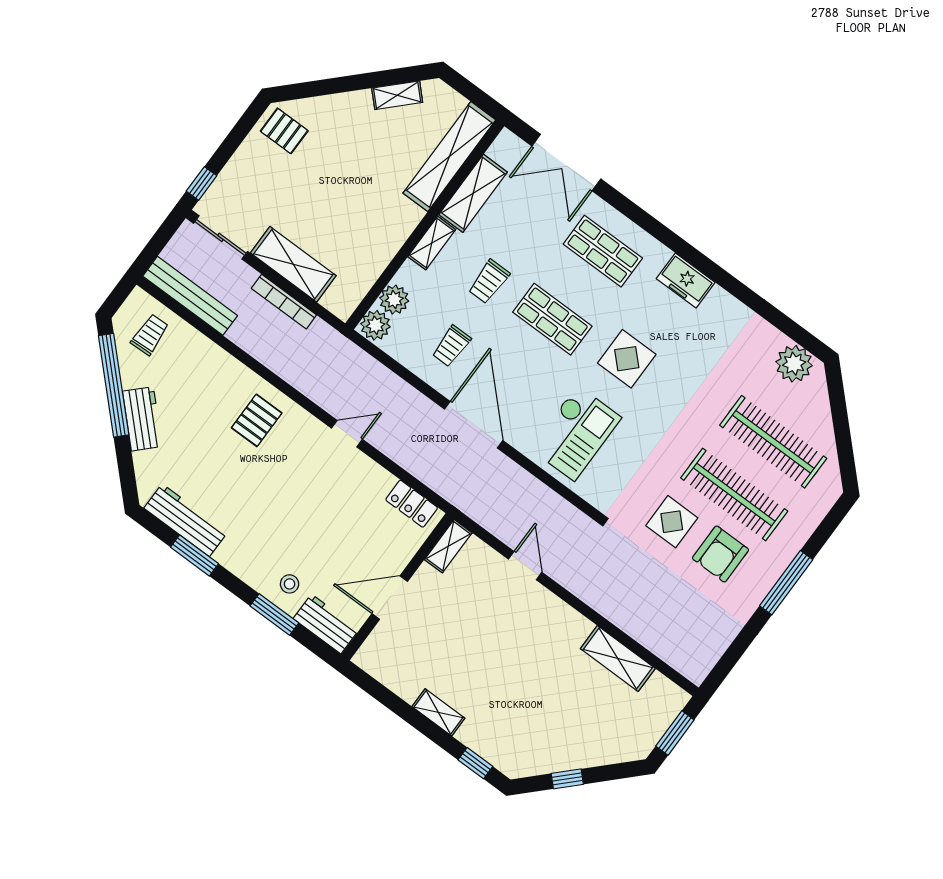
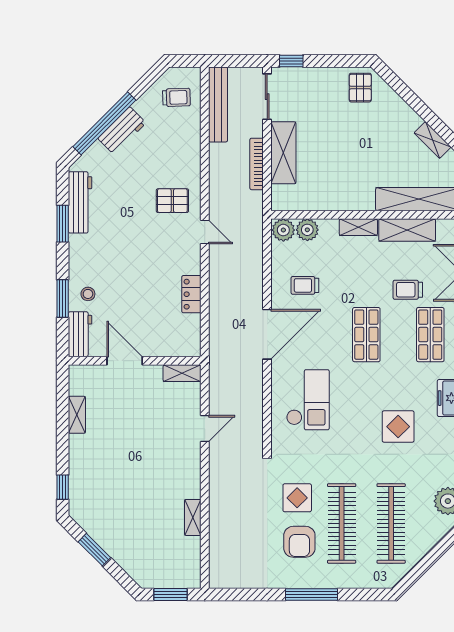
trolley: (489, 282) -> (408, 290), moved
display table: (627, 359) -> (398, 427), moved
window: (114, 385) -> (104, 123), moved
checkout: (576, 433) -> (308, 400), turned -90
door: (347, 434) -> (205, 232), moved
locker: (412, 504) -> (191, 294), moved
armchair: (720, 554) -> (299, 542), turned -90
shelving: (618, 659) -> (193, 517), width x0.67, depth x0.75
shelving: (438, 712) -> (77, 415), moved
window: (567, 779) -> (94, 550), width x1.50

